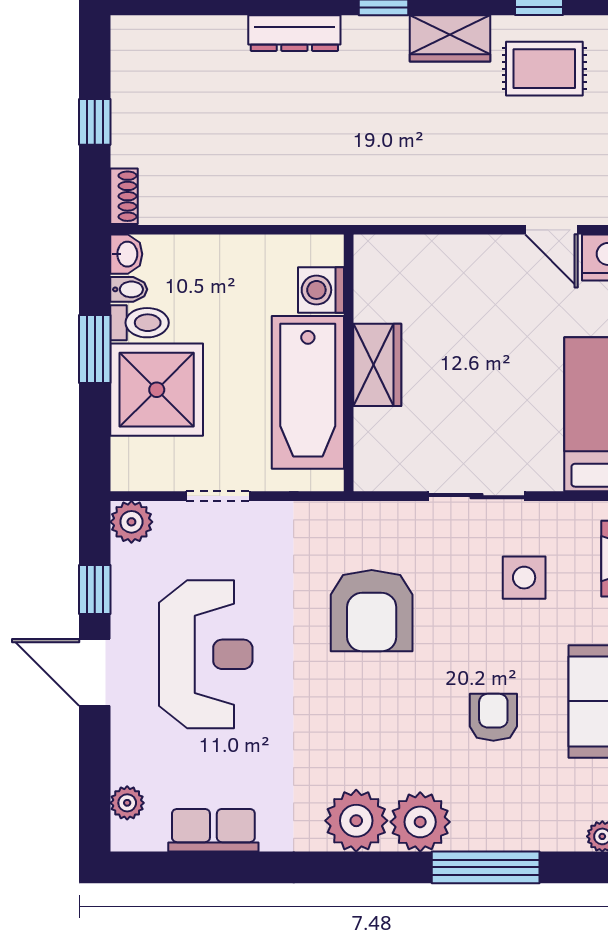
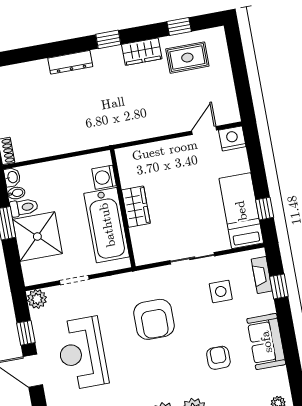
door: (552, 230) -> (204, 130), swing flipped
reception desk: (206, 654) -> (82, 353), turned 180

